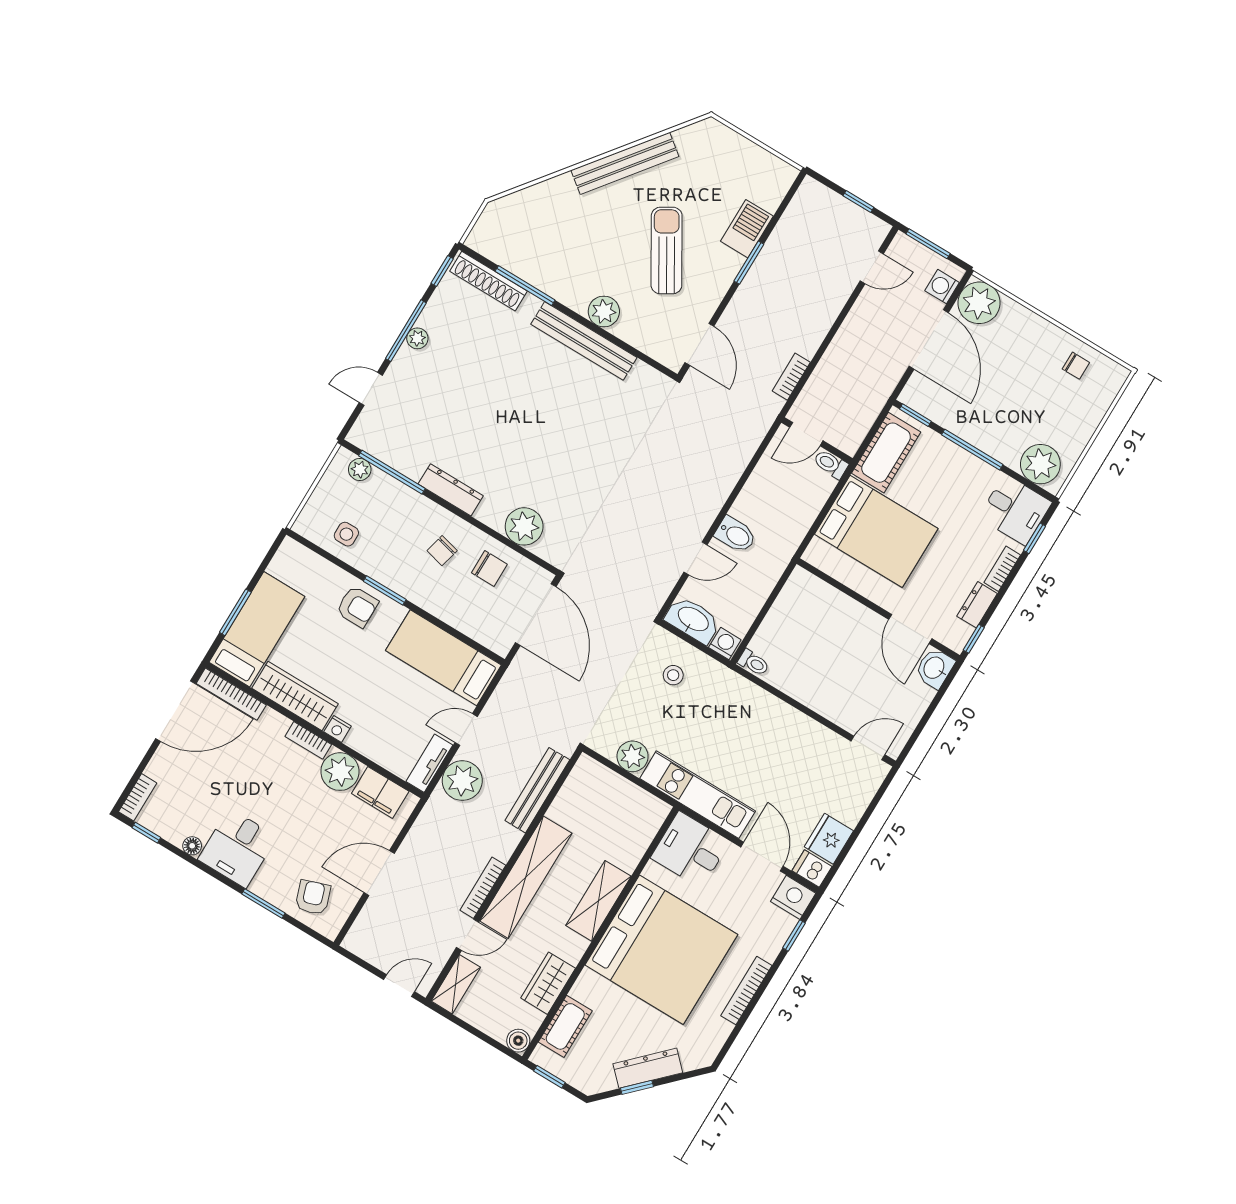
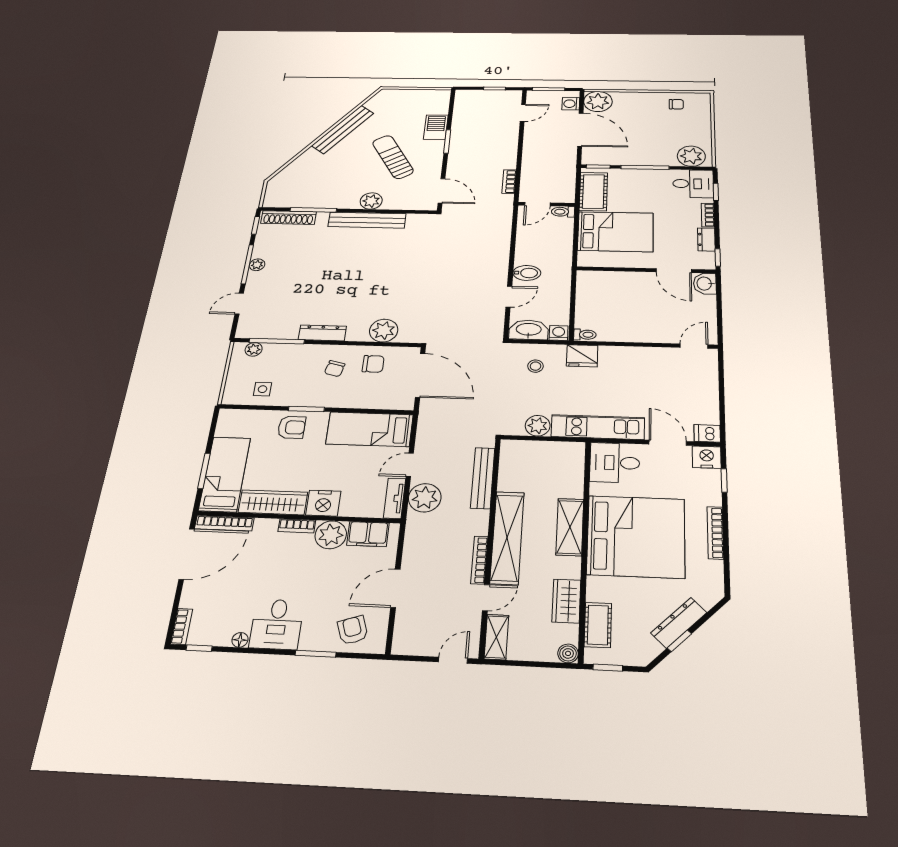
nightstand: (338, 729) -> (323, 503), width x1.89, depth x1.79
fridge: (829, 839) -> (582, 356), moved, turned -90

